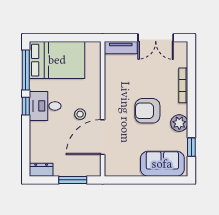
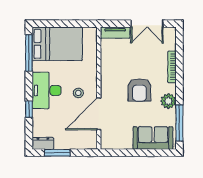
window: (26, 106) -> (29, 109), moved
desk: (45, 106) -> (47, 90), width x1.37
armchair: (147, 111) -> (139, 90), turned -90
window: (191, 147) -> (179, 123), width x2.17
window: (73, 180) -> (57, 153), moved

